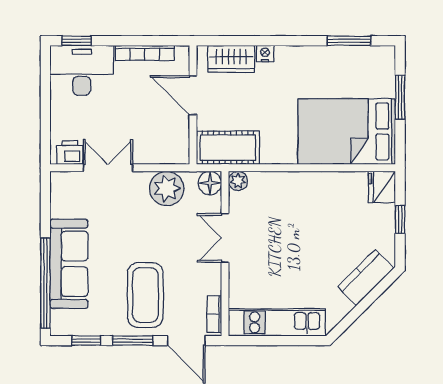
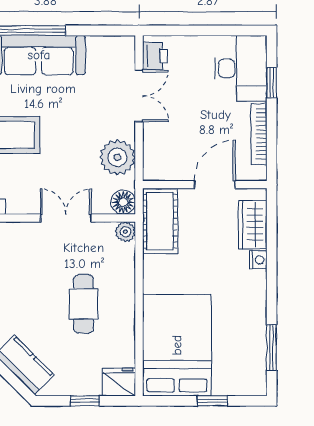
window: (76, 41) -> (272, 83), moved
window: (400, 97) -> (213, 401), width x0.67
cafe table: (307, 221) -> (84, 304), added

